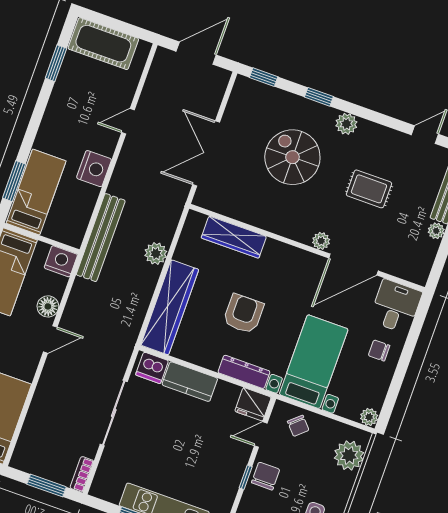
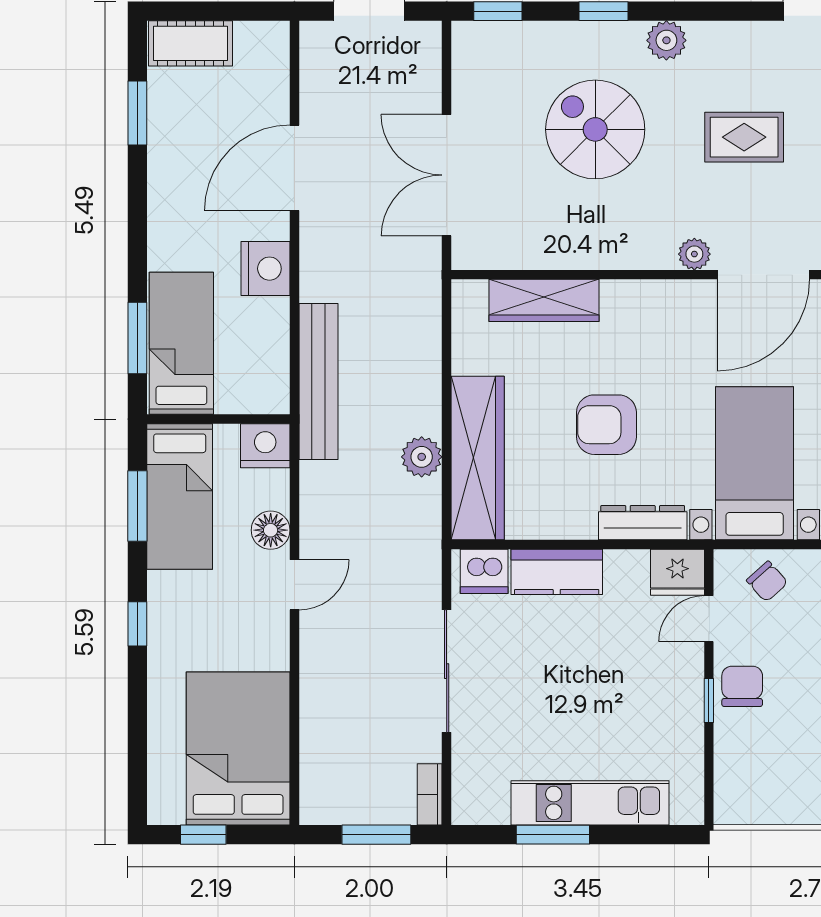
cot: (103, 44) -> (191, 43), width x0.73, depth x0.75
door: (128, 121) -> (294, 168), width x1.88
plant: (156, 254) -> (422, 457), moved
armchair: (243, 314) -> (606, 425), turned -90

